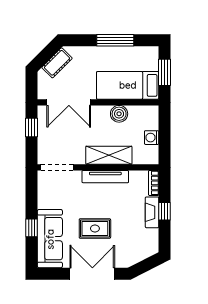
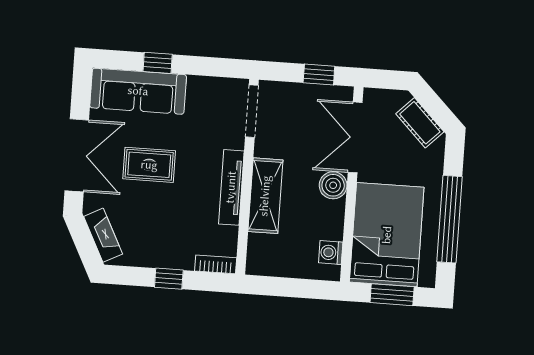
window: (115, 40) -> (450, 219), width x1.46
bed: (128, 85) -> (387, 235), width x1.50
boiler: (119, 114) -> (333, 185), moved
washing machine: (152, 138) -> (331, 252), moved, turned -90
fireplace: (152, 212) -> (103, 235), moved, turned 63
rug: (95, 228) -> (149, 165), turned 90

